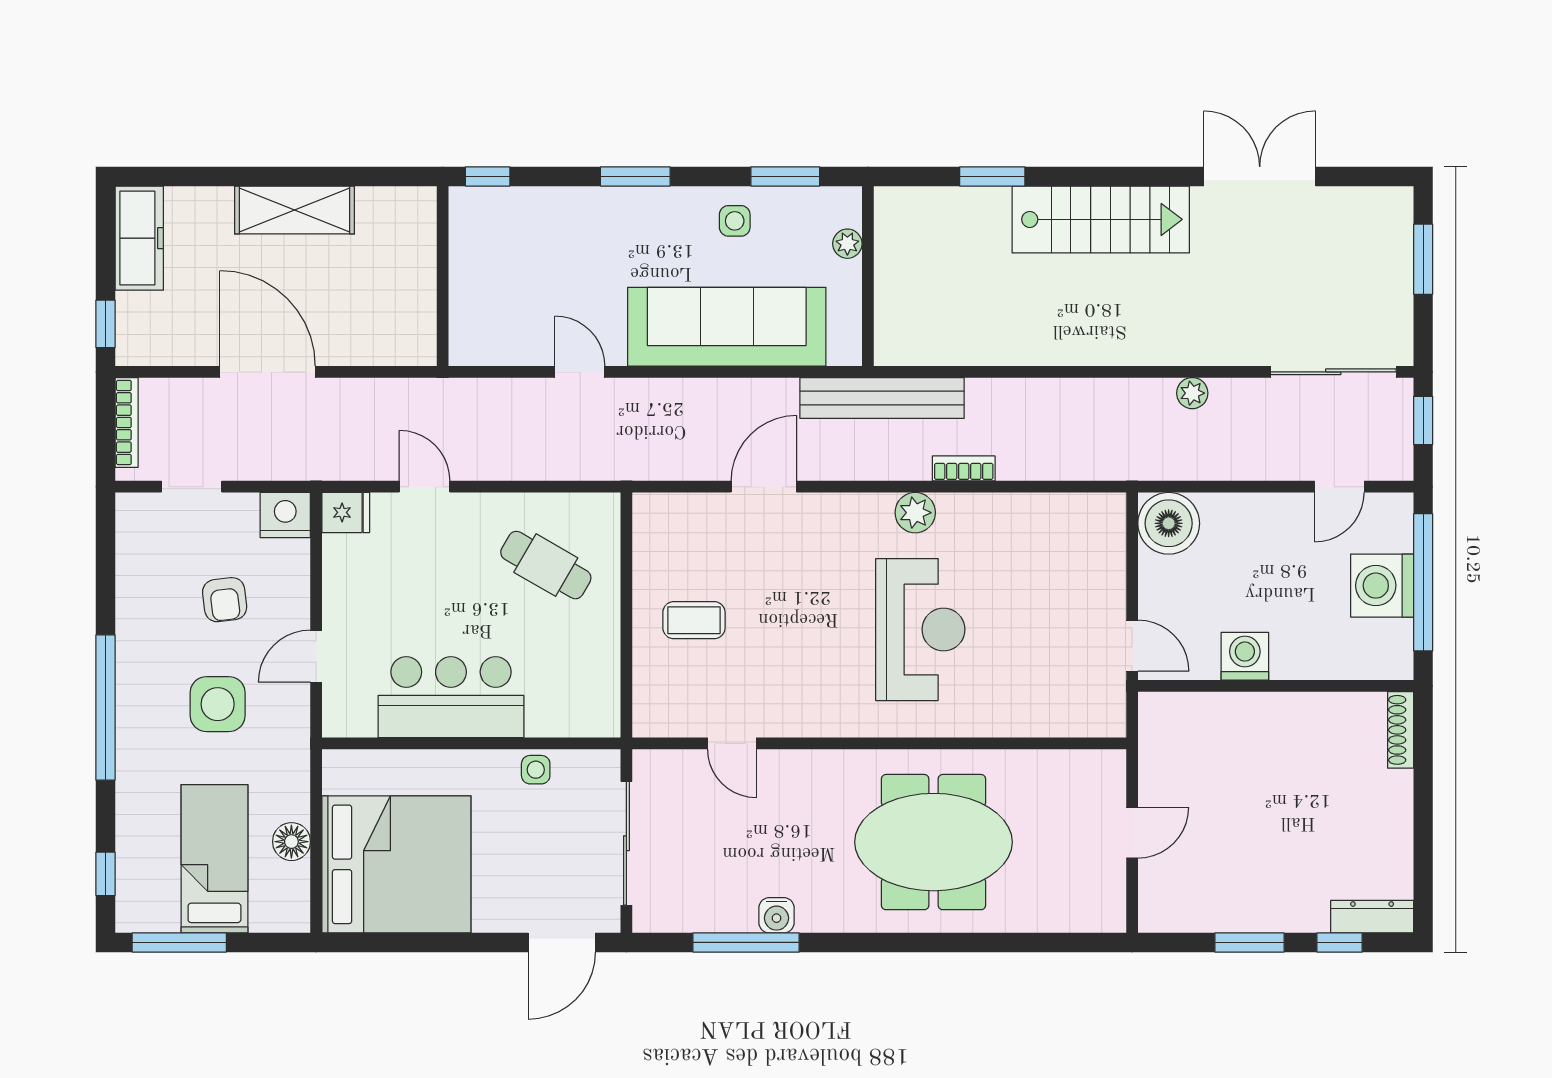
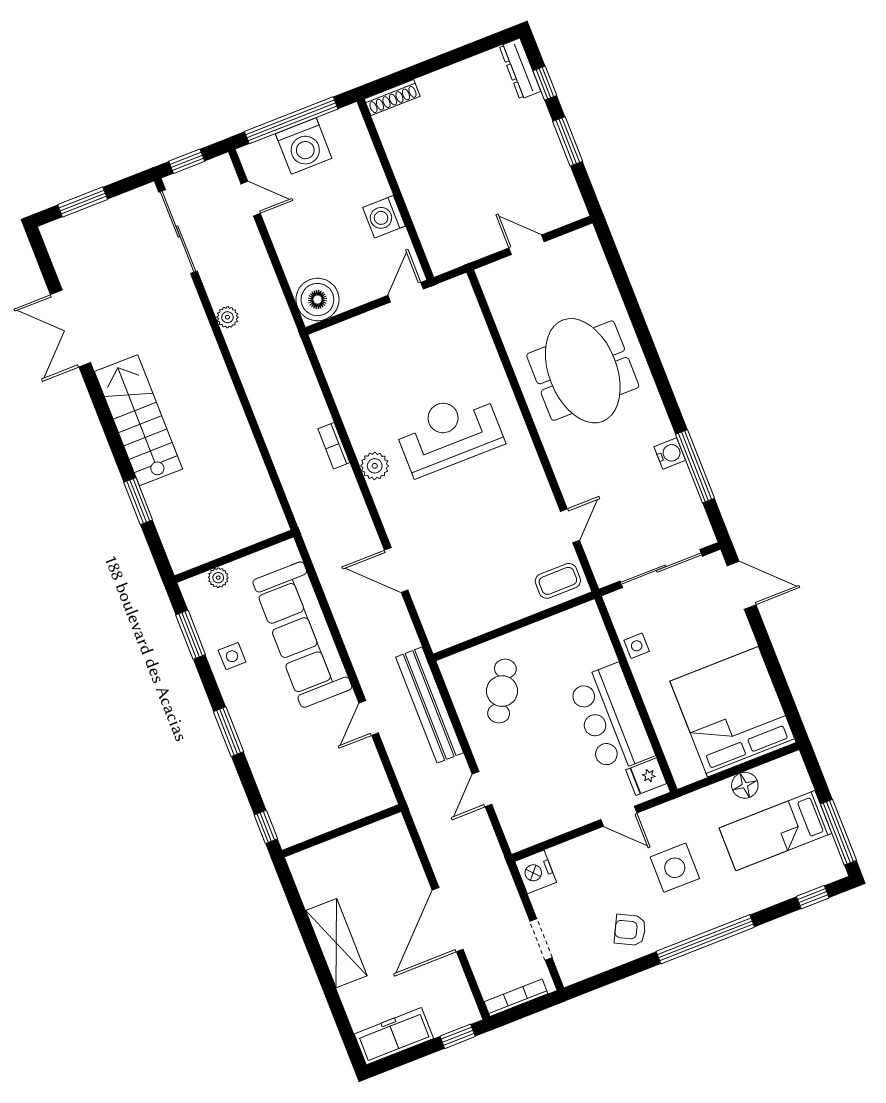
bench: (882, 398) -> (430, 705), moved
fridge: (346, 512) -> (646, 777), moved, turned -90
armchair: (225, 600) -> (630, 930), moved, turned -146
coffee table: (694, 620) -> (558, 581), moved, turned 90

